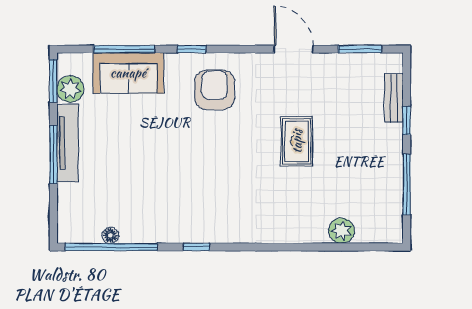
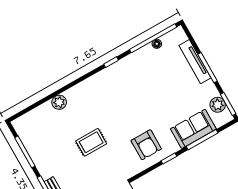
rug: (297, 141) -> (91, 142), turned 90
tv unit: (67, 143) -> (195, 62), moved
plant: (341, 231) -> (59, 102), moved

